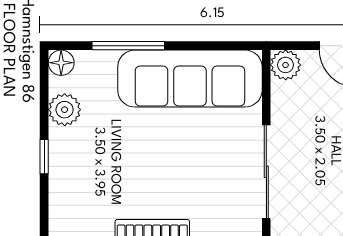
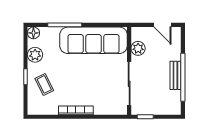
plant: (286, 65) -> (138, 48), moved
coffee table: (84, 173) -> (44, 84), added

